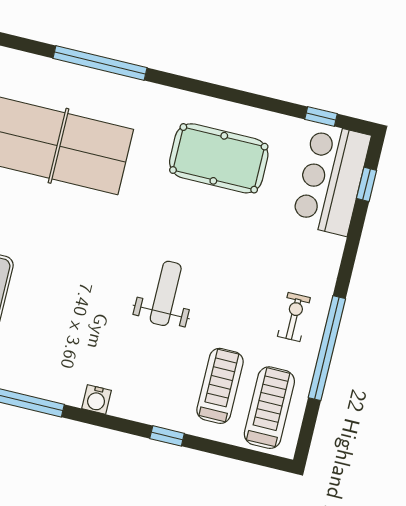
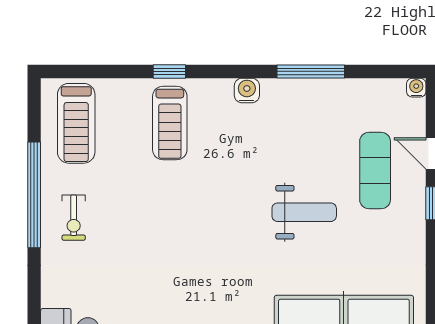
weight bench: (166, 293) -> (304, 212), moved, turned -90
treadmill: (220, 386) -> (170, 123), moved

